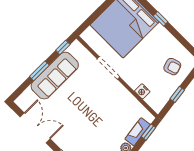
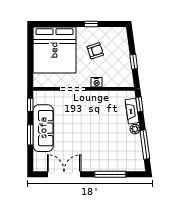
window: (161, 19) -> (91, 24), moved
armchair: (172, 67) -> (95, 51), moved
nightstand: (142, 91) -> (97, 82), moved

